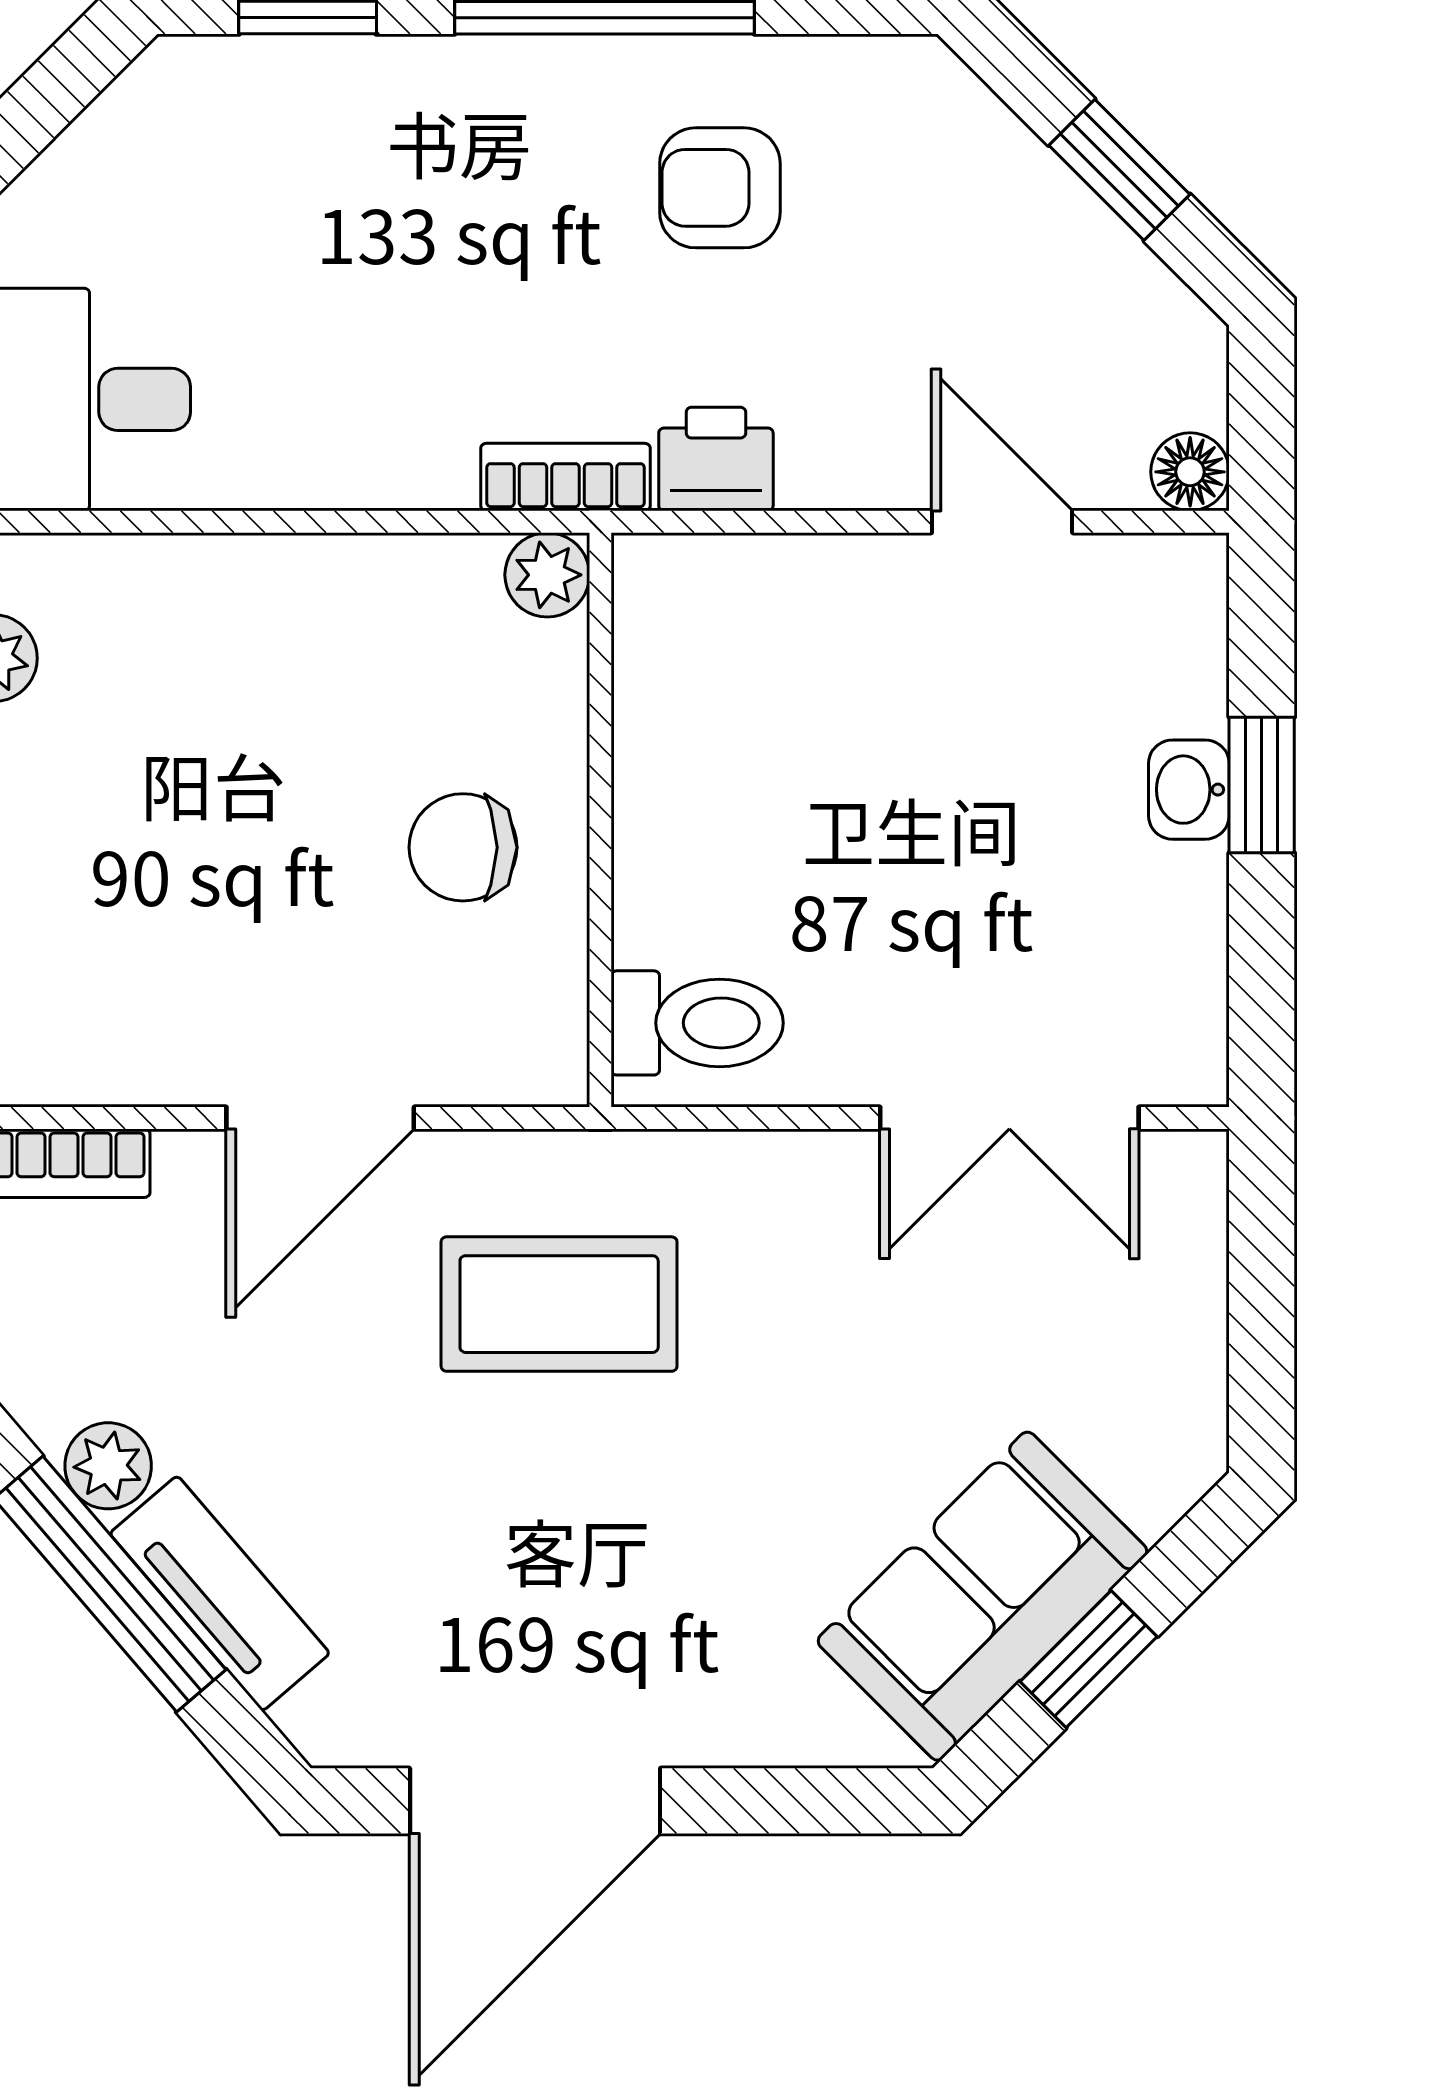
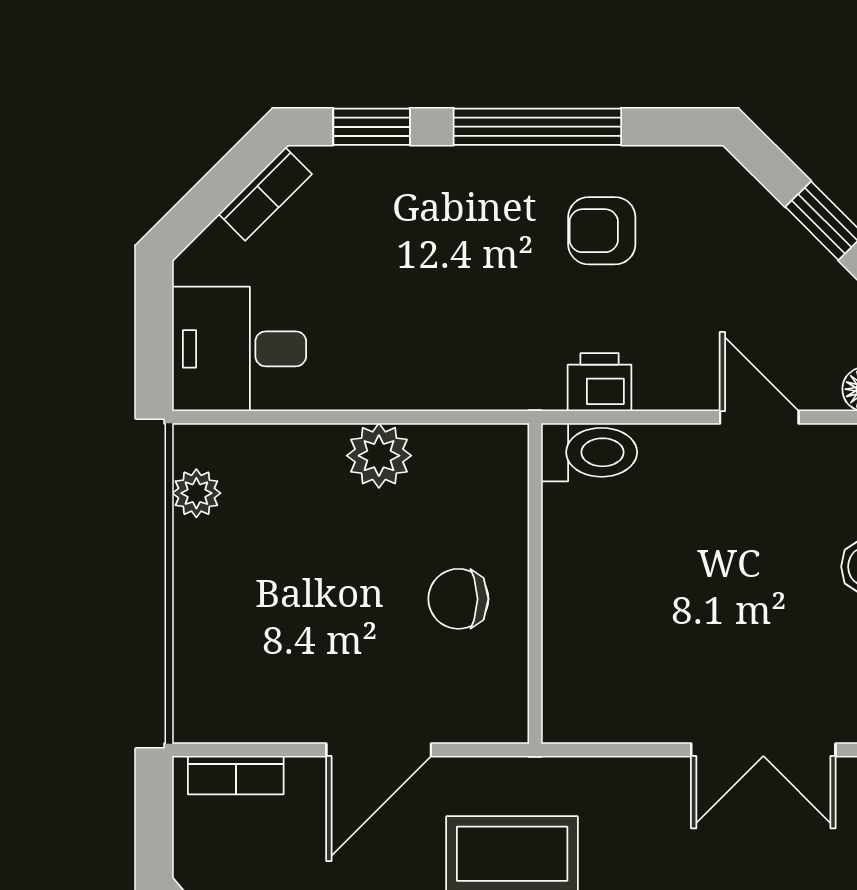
bookcase: (566, 477) -> (265, 194), moved, turned 135
plant: (547, 575) -> (379, 456), moved, width x1.38, depth x1.38
toilet: (697, 1023) -> (589, 452), moved

